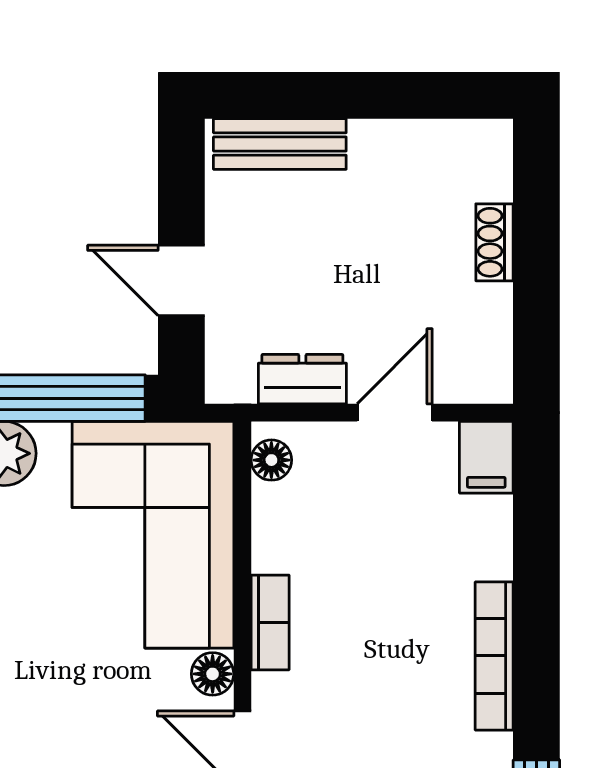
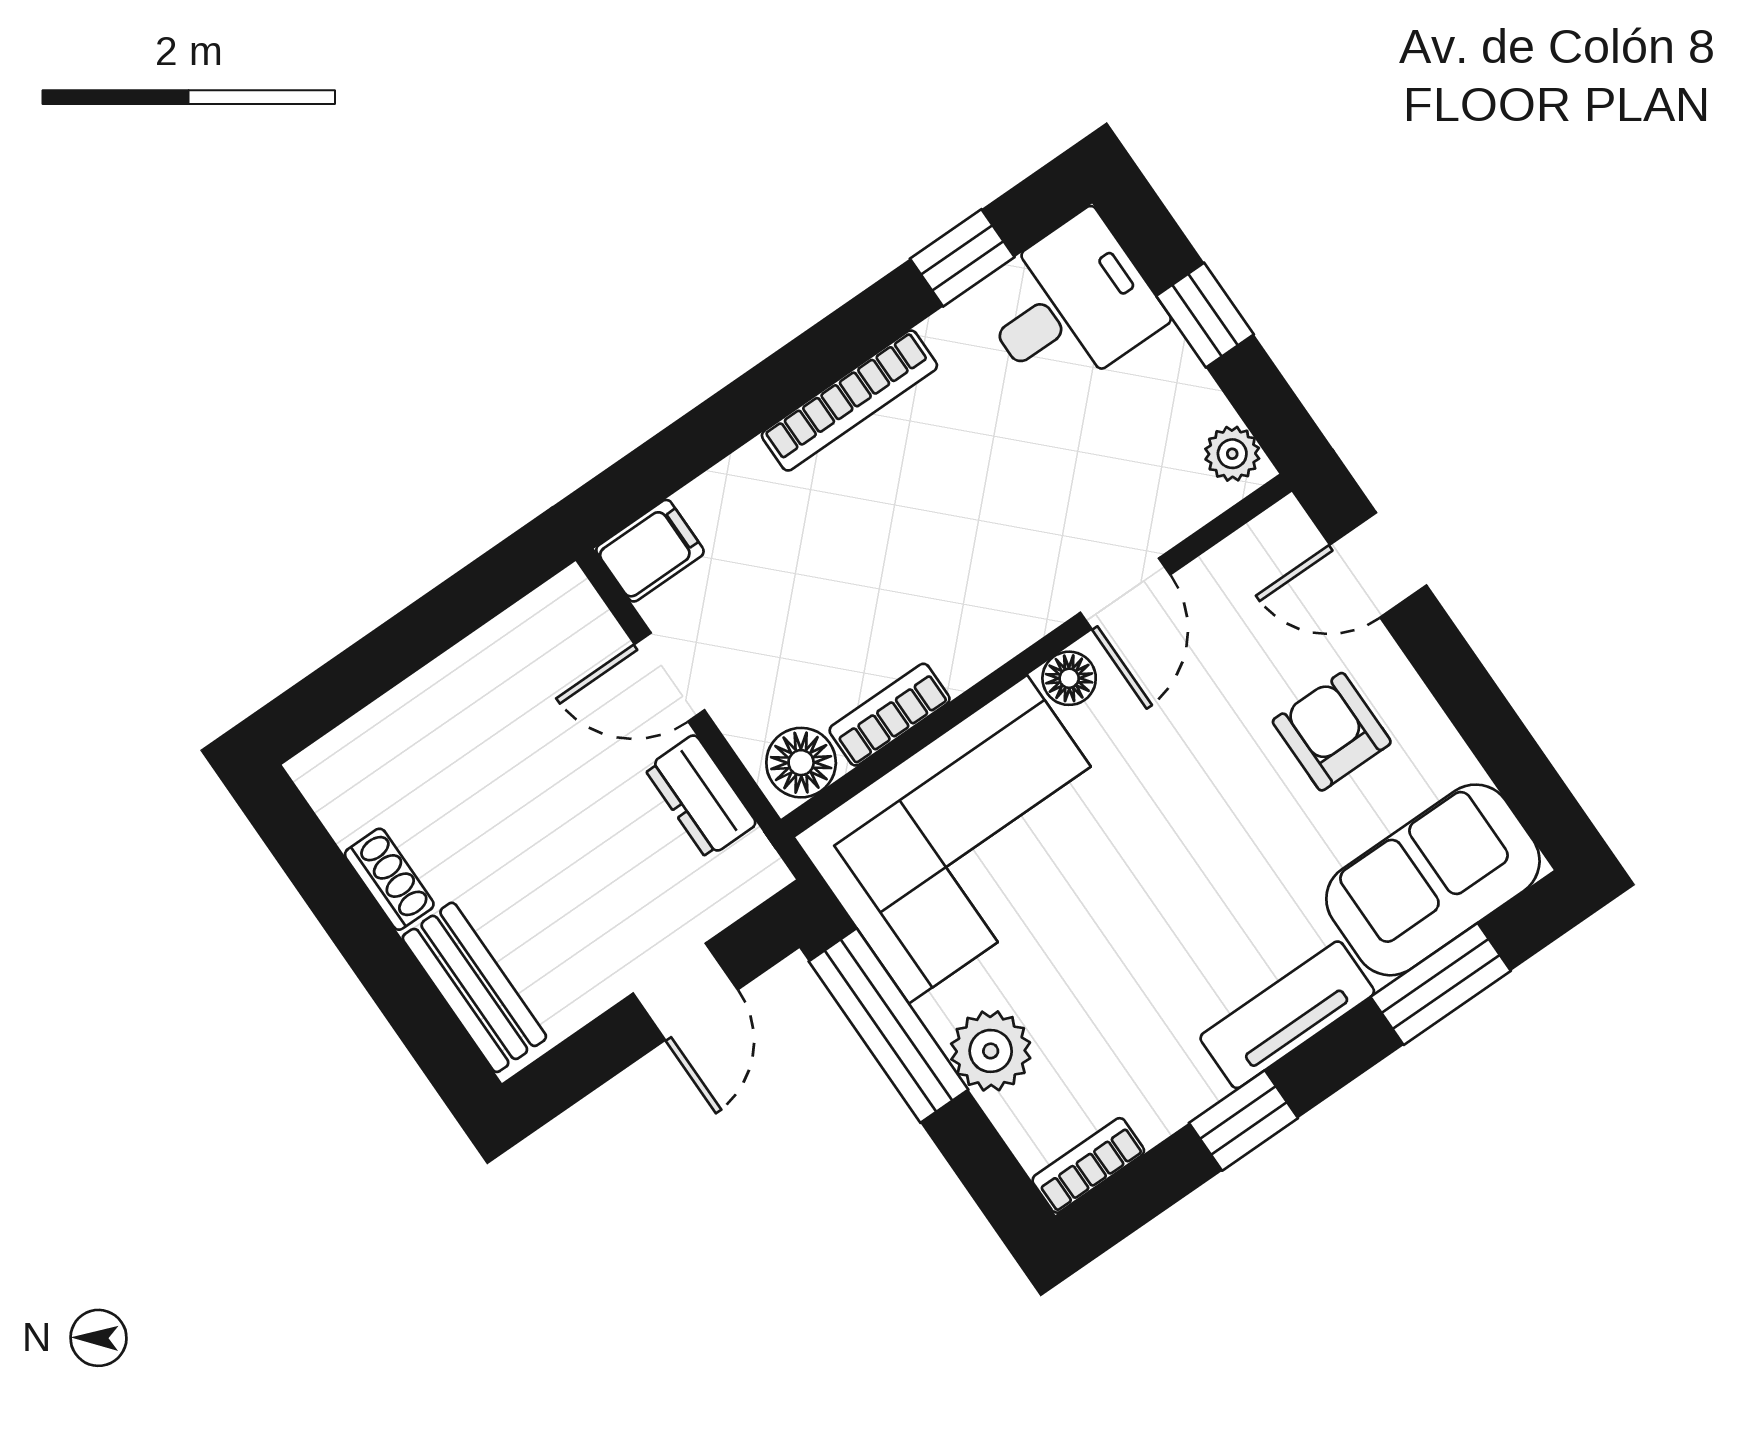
shoe rack: (494, 242) -> (389, 879), moved, turned -90
floor lamp: (271, 460) -> (801, 763), width x1.37, depth x1.37
bookcase: (270, 622) -> (890, 715), moved

